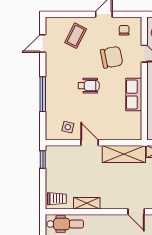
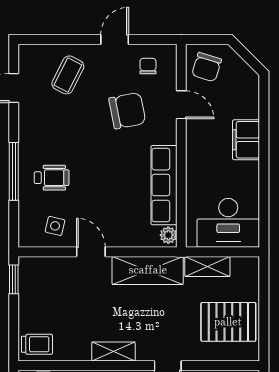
wheelchair: (89, 86) -> (52, 178), moved
row of seats: (134, 95) -> (164, 185), width x1.48
plant: (136, 133) -> (168, 235), added
shelving: (87, 203) -> (113, 352), moved

